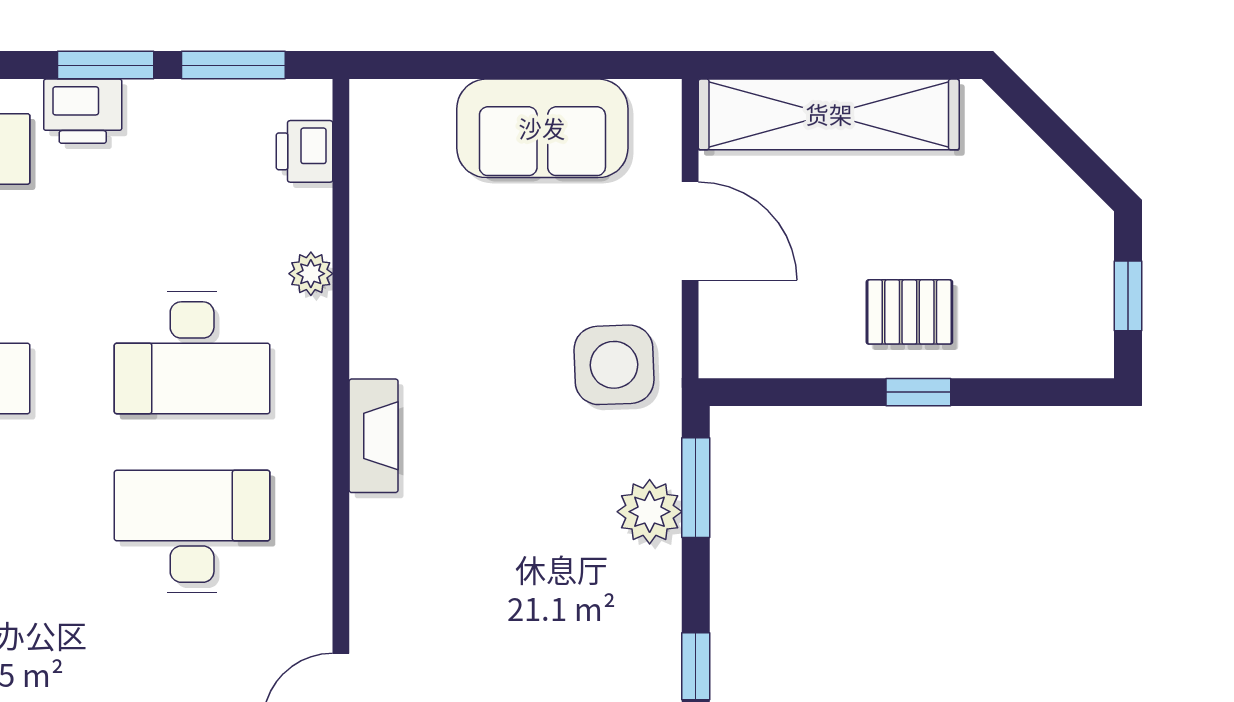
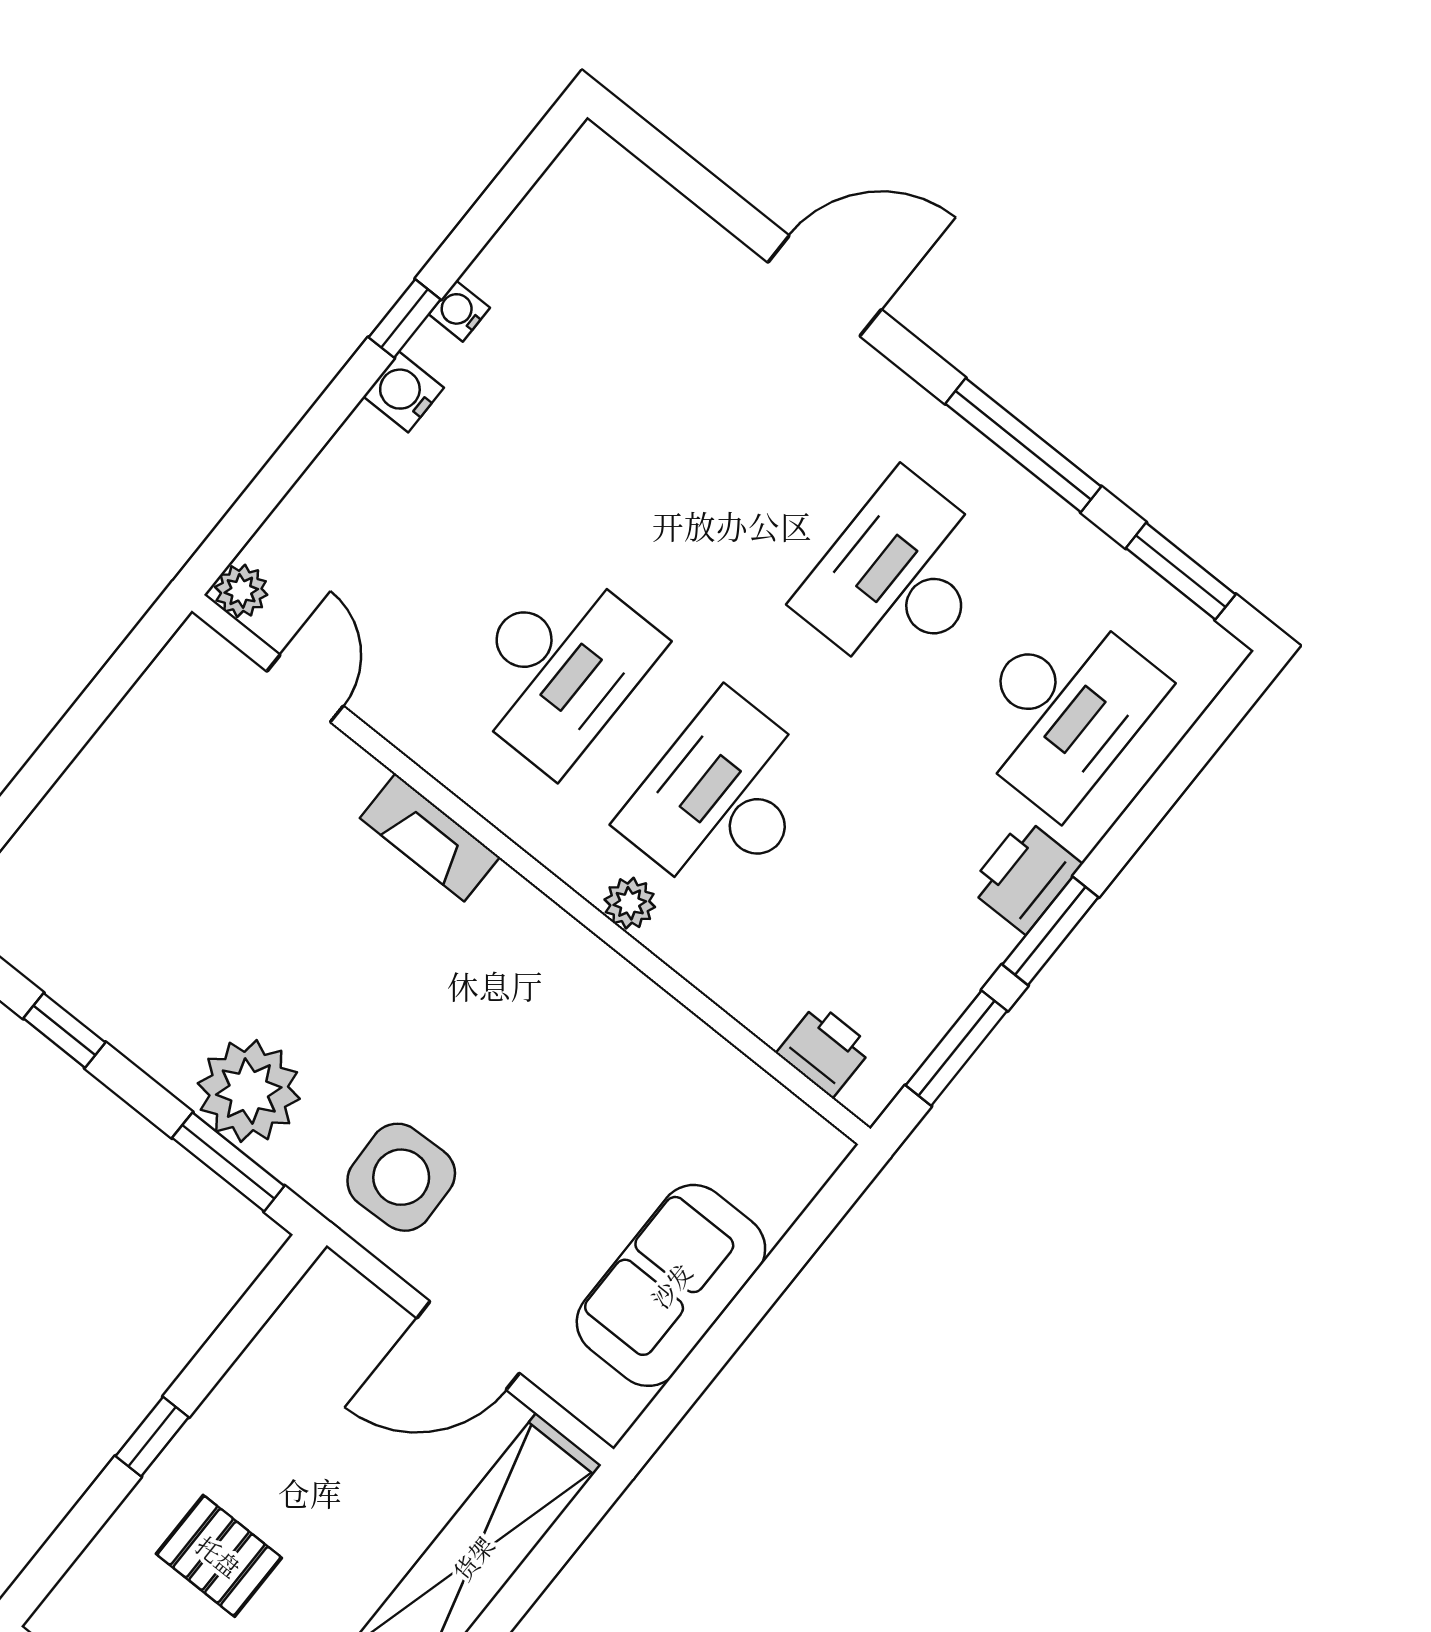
plant: (311, 274) -> (630, 903), moved
pallet: (909, 312) -> (219, 1556), moved, turned 90
fireplace: (374, 436) -> (430, 838), moved
plant: (650, 512) -> (249, 1091), width x1.36, depth x1.36

